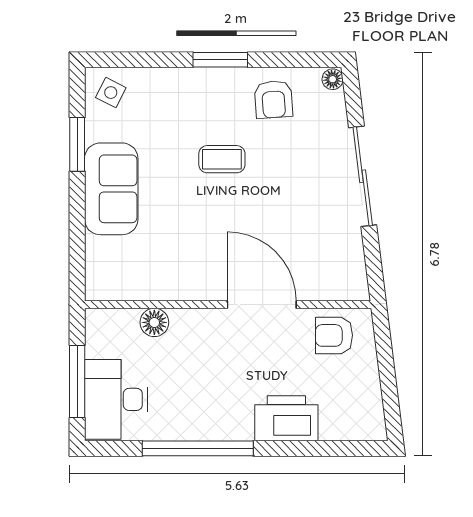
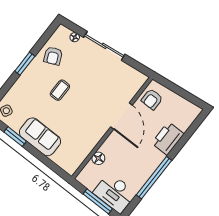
floor lamp: (333, 79) -> (75, 37), moved
armchair: (273, 99) -> (53, 56), turned 70
door: (262, 305) -> (121, 116), swing flipped

